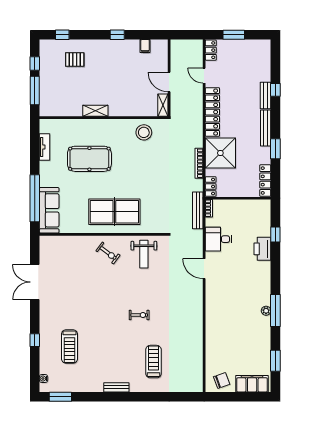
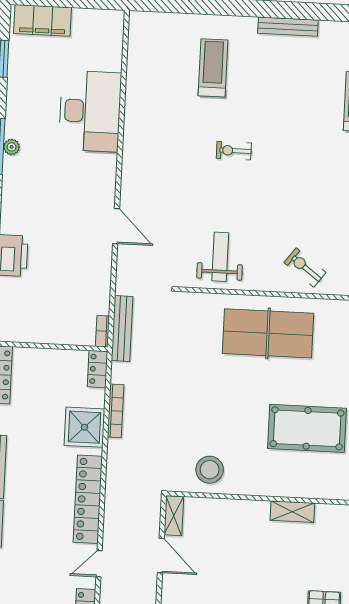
door: (204, 76) -> (99, 564), swing flipped
shower: (220, 153) -> (84, 427), width x0.73, depth x0.73
desk: (218, 239) -> (90, 111), moved, width x1.87, depth x1.30
exercise bike: (108, 253) -> (305, 267), moved
treadmill: (153, 362) -> (213, 68), turned 180
chair: (222, 380) -> (95, 29), removed
bench: (116, 387) -> (288, 27), width x1.36

